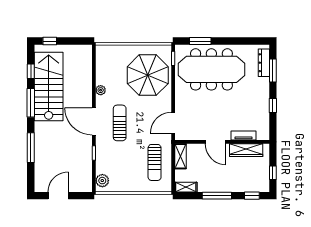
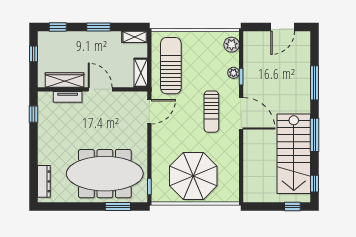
window: (273, 70) -> (34, 172), removed
window: (31, 71) -> (314, 184), moved
parasol: (148, 75) -> (193, 176), moved
plant: (101, 90) -> (233, 73), moved
window: (273, 105) -> (34, 114), moved
sun lounger: (155, 162) -> (171, 66), width x1.36, depth x1.34
window: (217, 196) -> (98, 27), width x0.69

